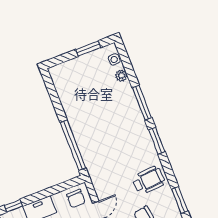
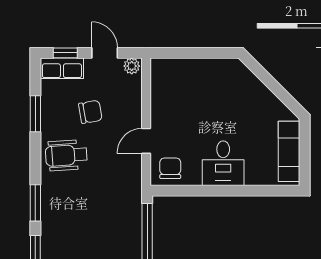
window: (13, 206) -> (256, 191), removed

